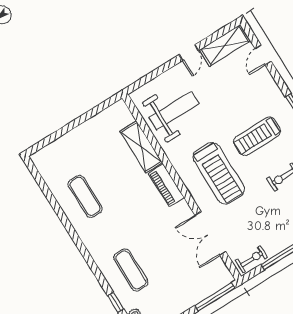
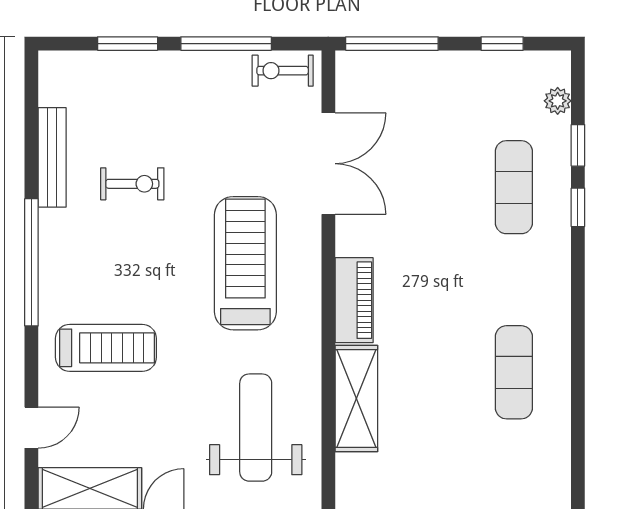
weight bench: (174, 111) -> (256, 428), turned 90
treadmill: (257, 136) -> (106, 348), moved
window: (100, 278) -> (578, 207), added

